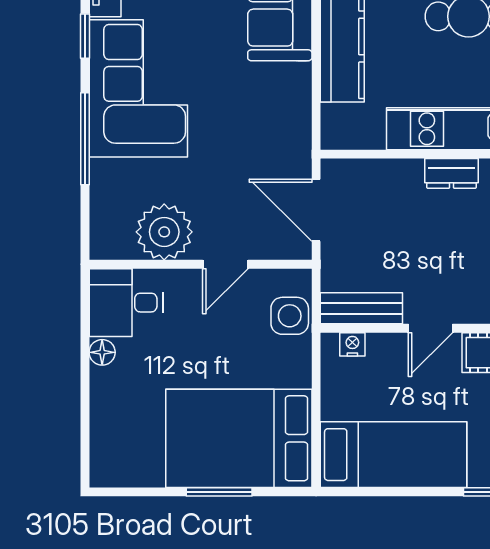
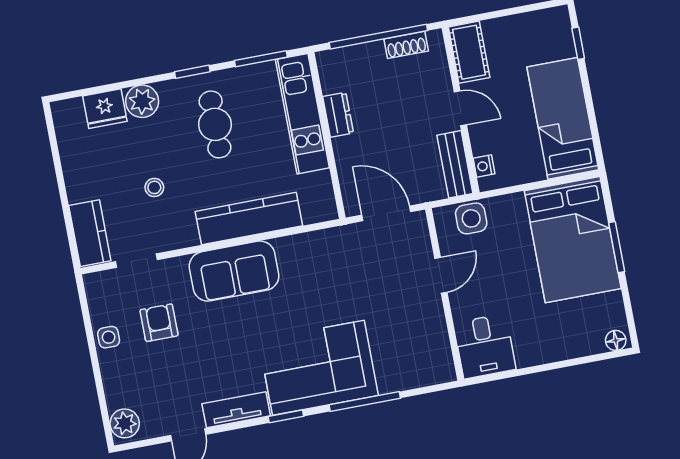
door: (316, 210) -> (386, 213), swing flipped
plant: (164, 232) -> (425, 327), removed
door: (225, 264) -> (441, 275), hinge flipped
floor lamp: (102, 352) -> (616, 340), moved

